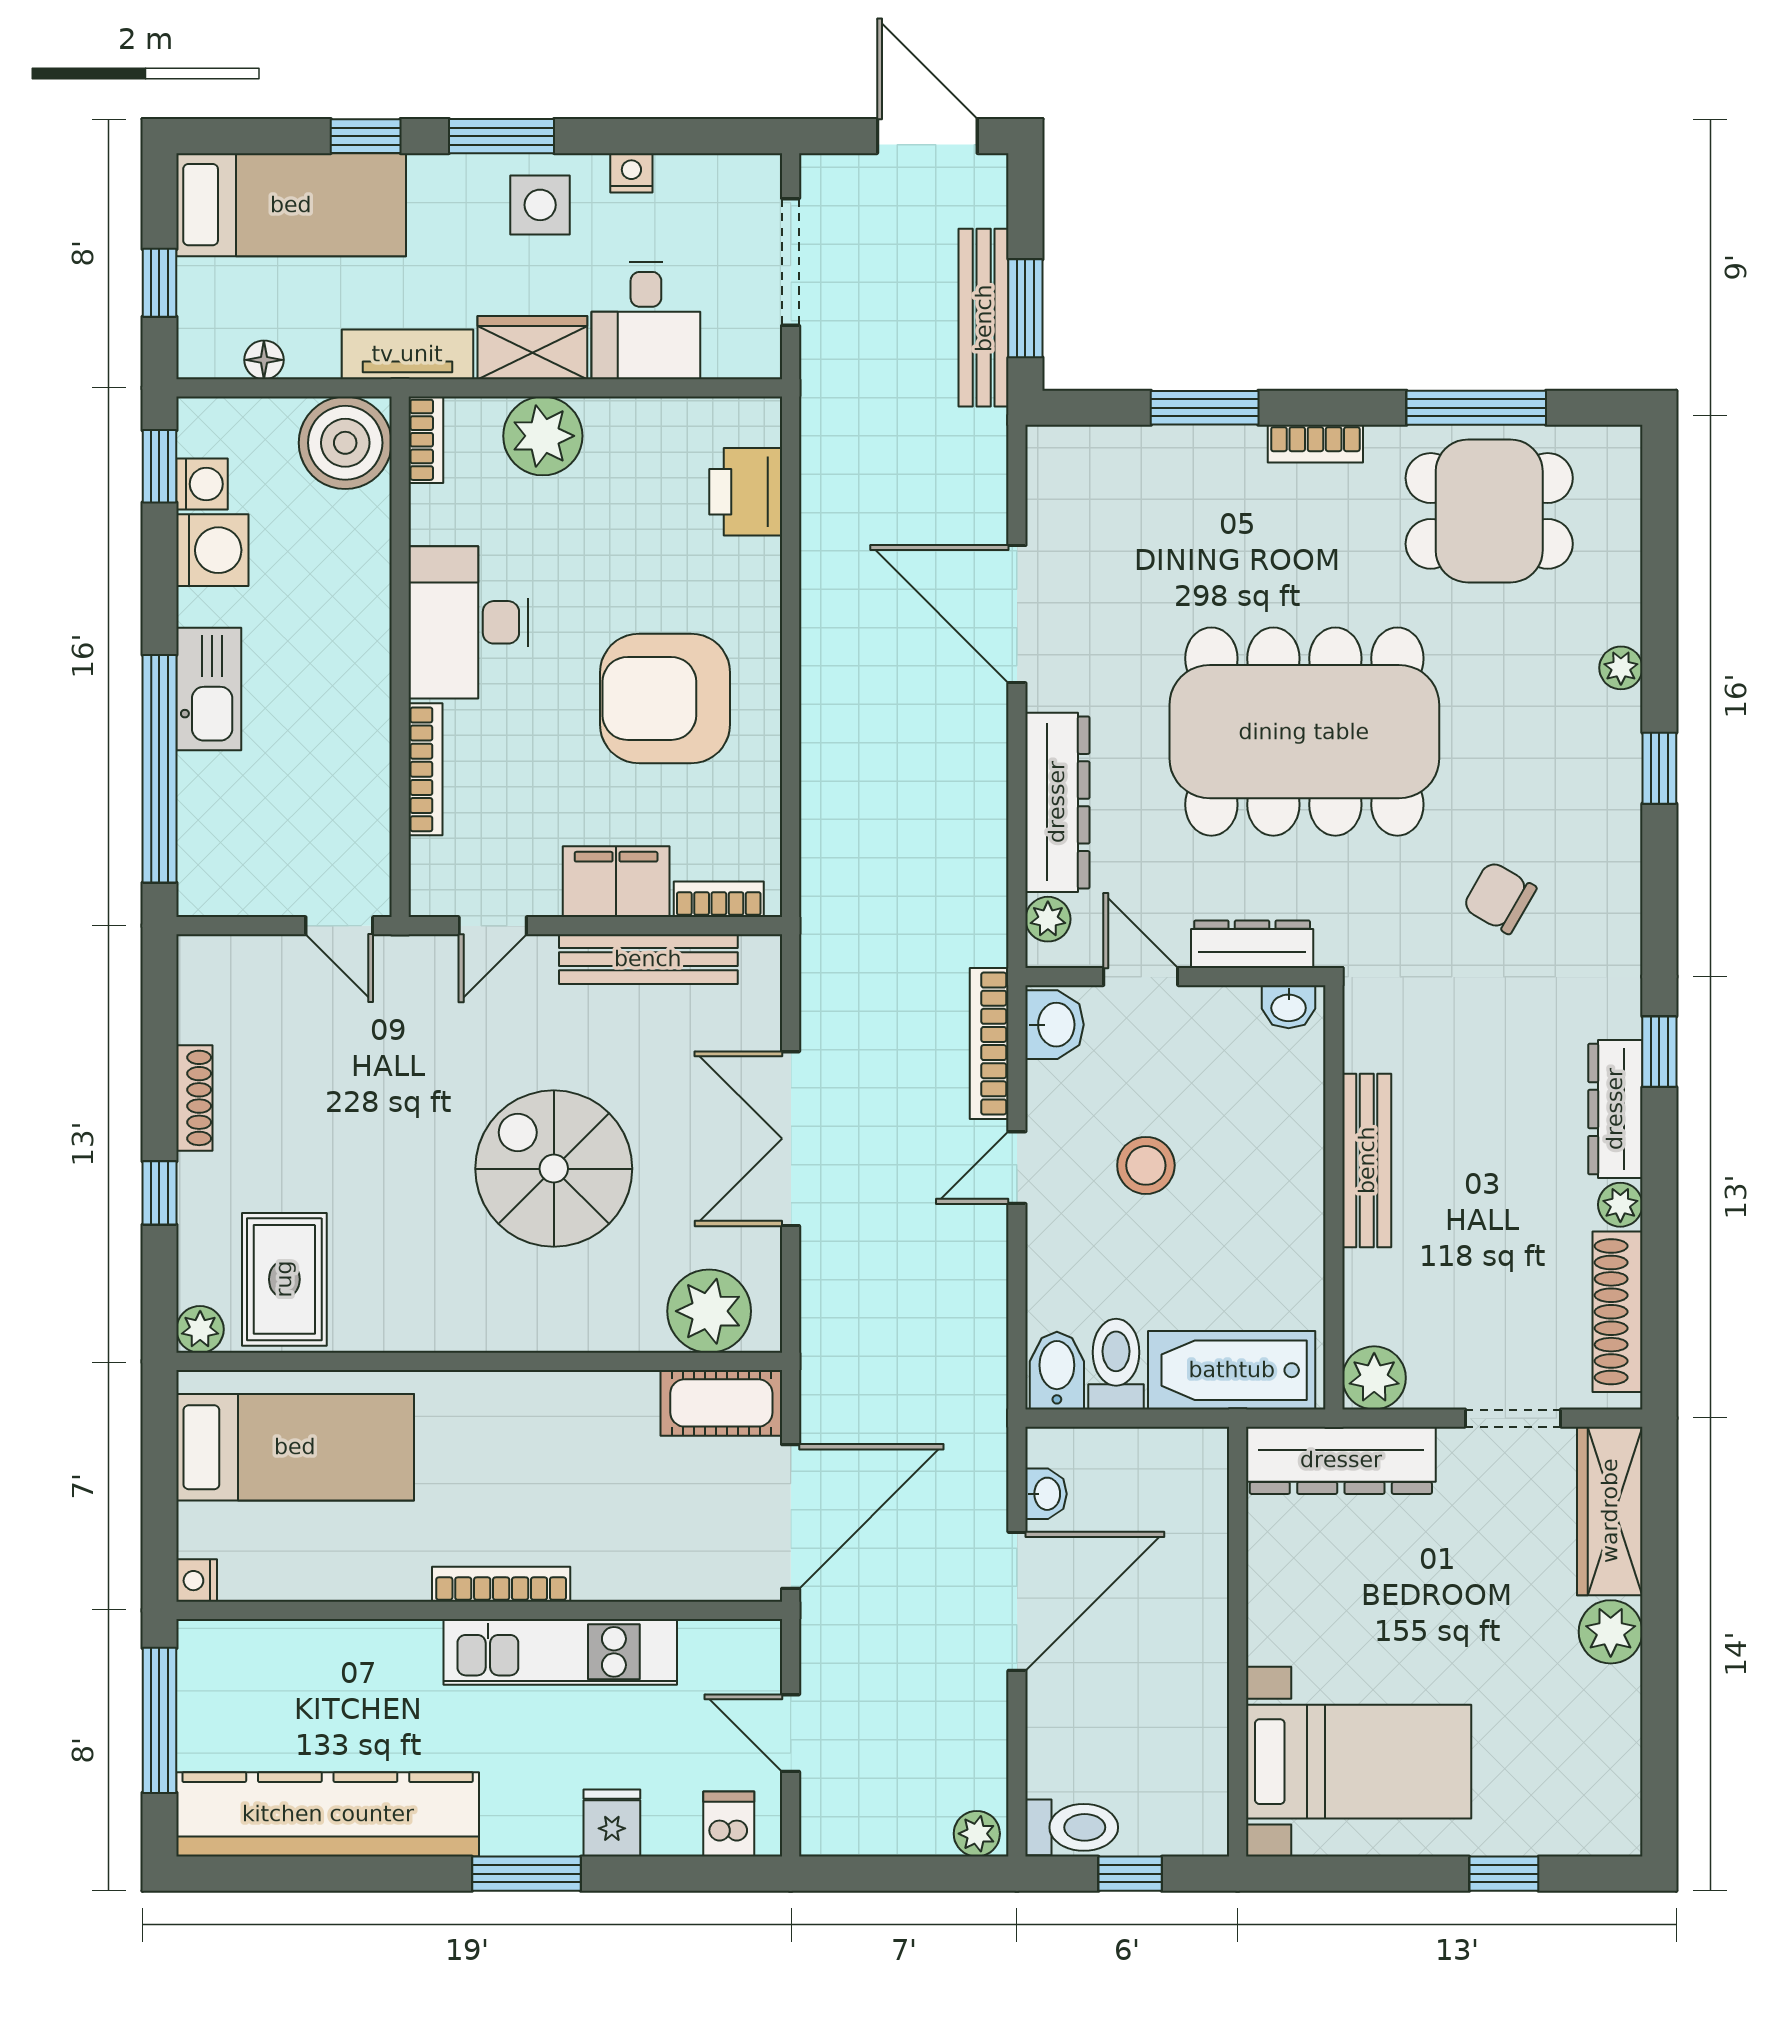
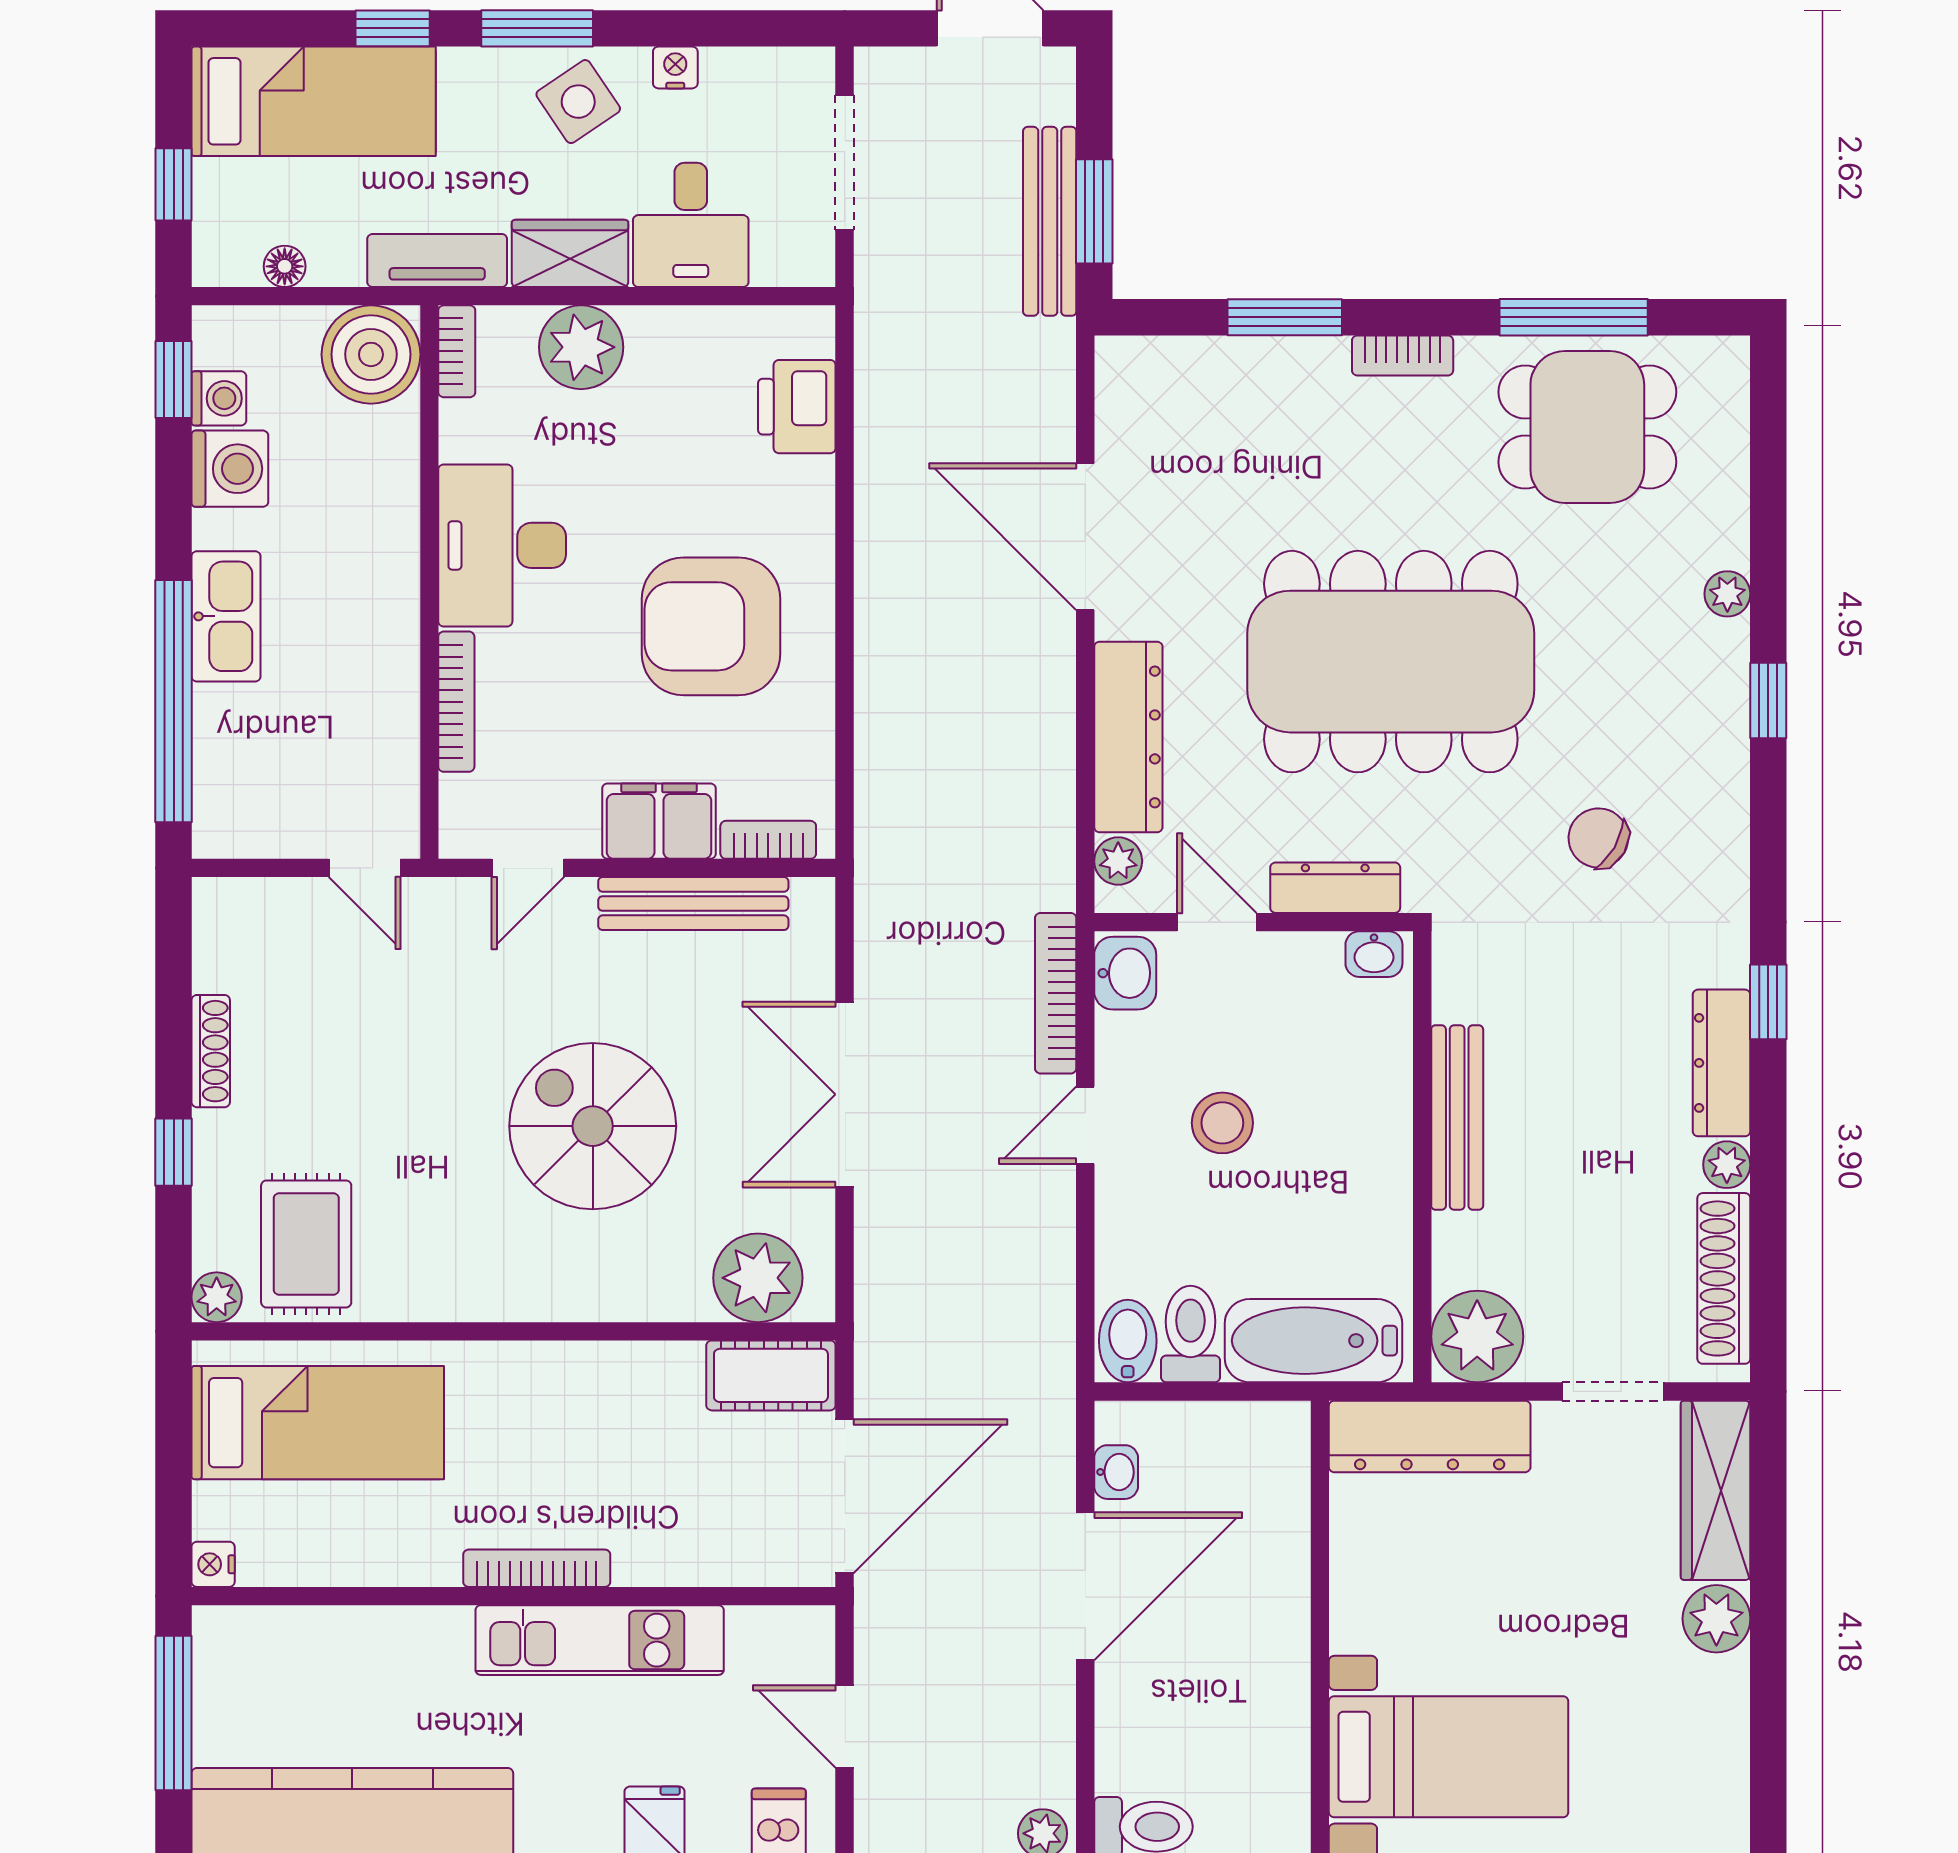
side table: (540, 205) -> (578, 102), turned -34
plant: (1374, 1378) -> (1477, 1337), width x1.36, depth x1.36

